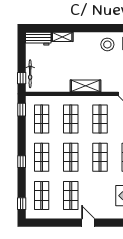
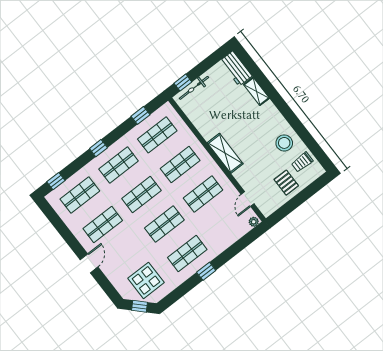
window: (22, 110) -> (141, 115), moved

